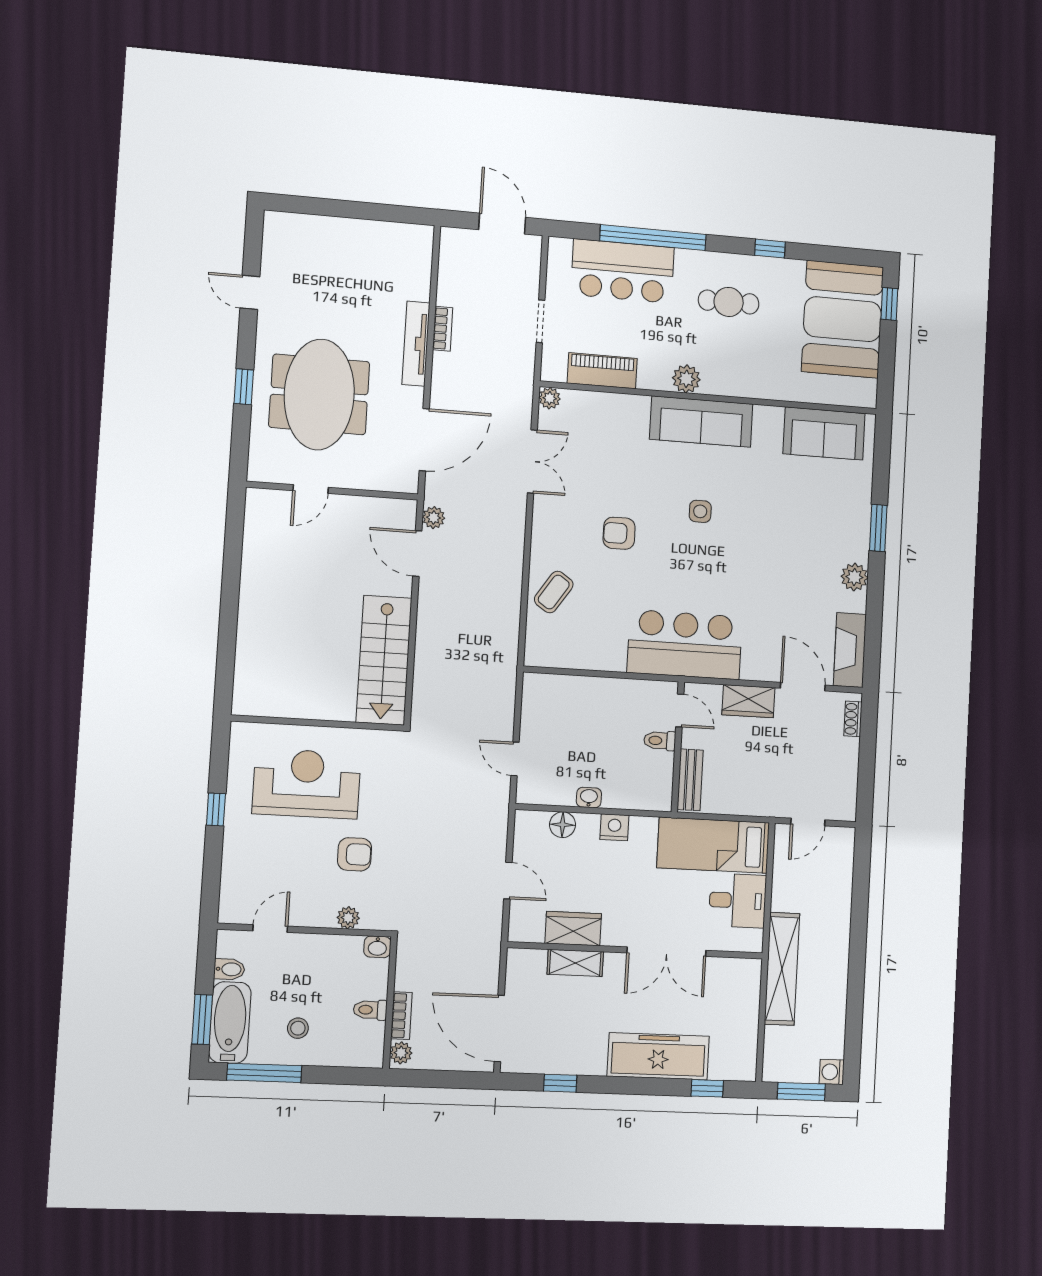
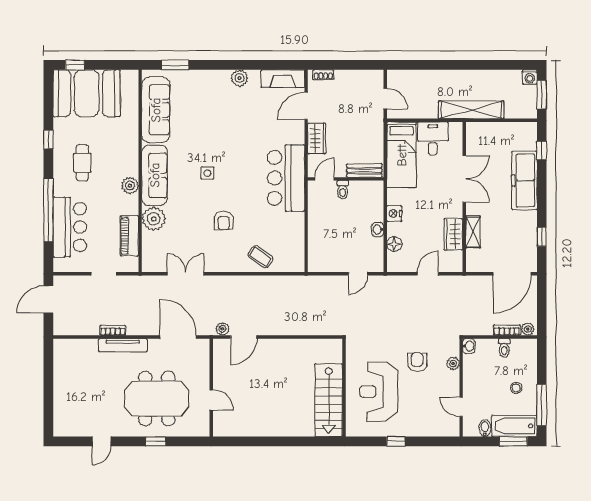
plant: (550, 398) -> (154, 219), moved, width x1.88, depth x1.88
sofa: (824, 434) -> (156, 110), width x1.36
window: (878, 528) -> (175, 65), moved
stairs: (384, 660) -> (329, 400), moved, turned 90

